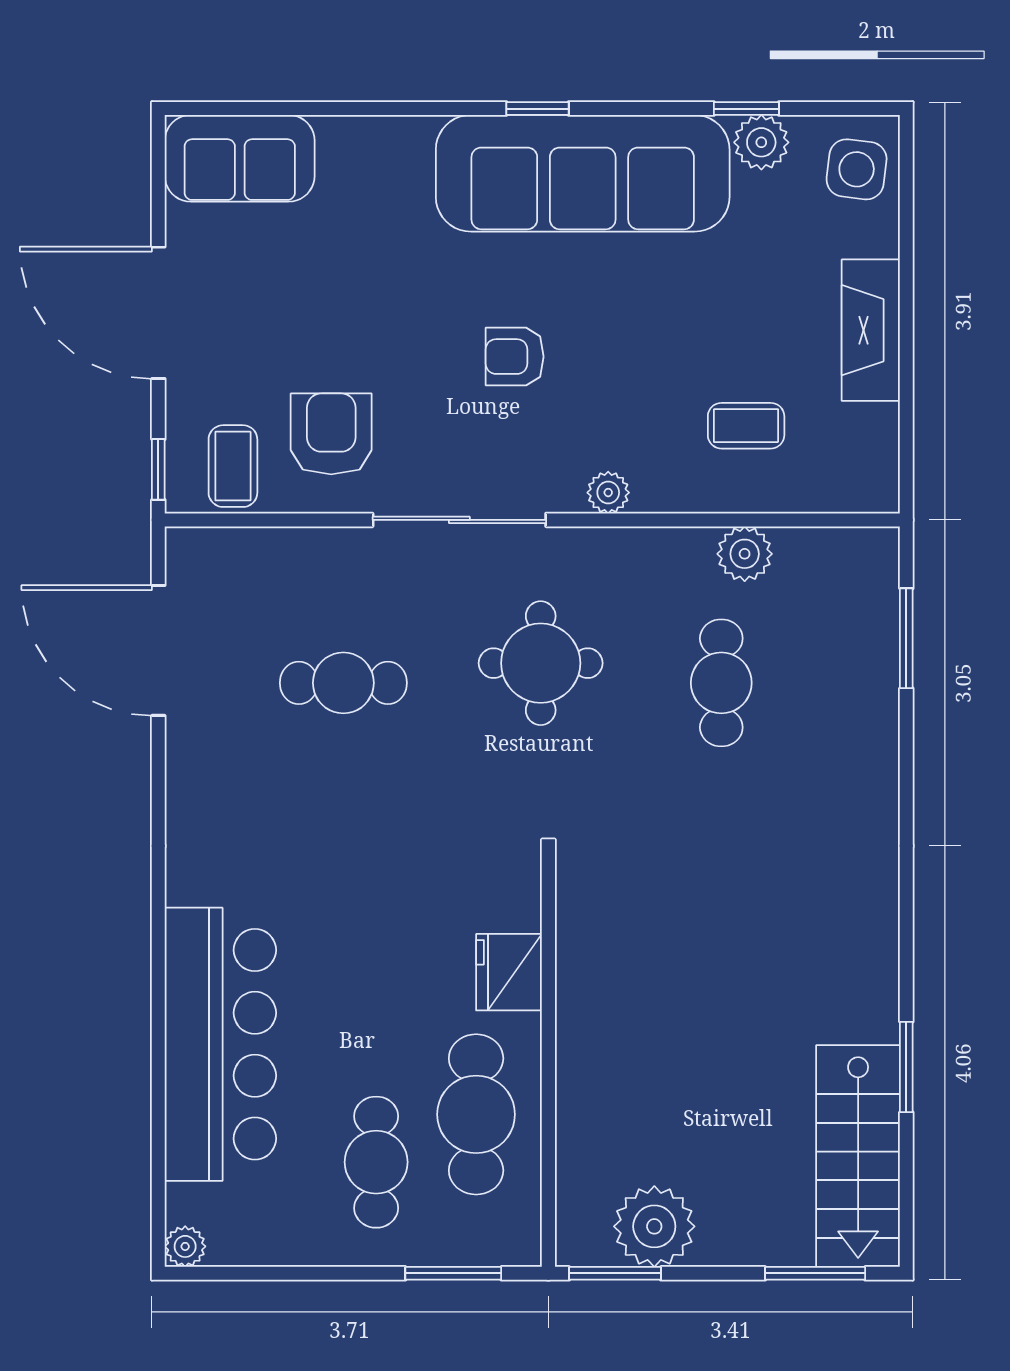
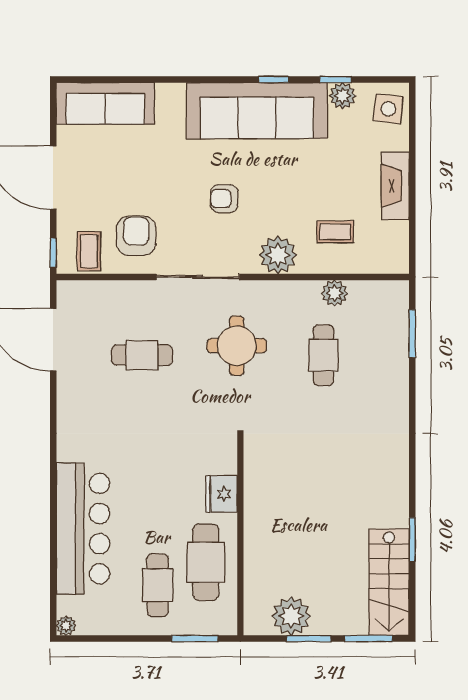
window: (537, 109) -> (274, 79), moved
sofa: (240, 158) -> (105, 103), width x1.36
plant: (608, 493) -> (278, 255), width x1.88, depth x1.88
window: (615, 1273) -> (309, 639), moved

